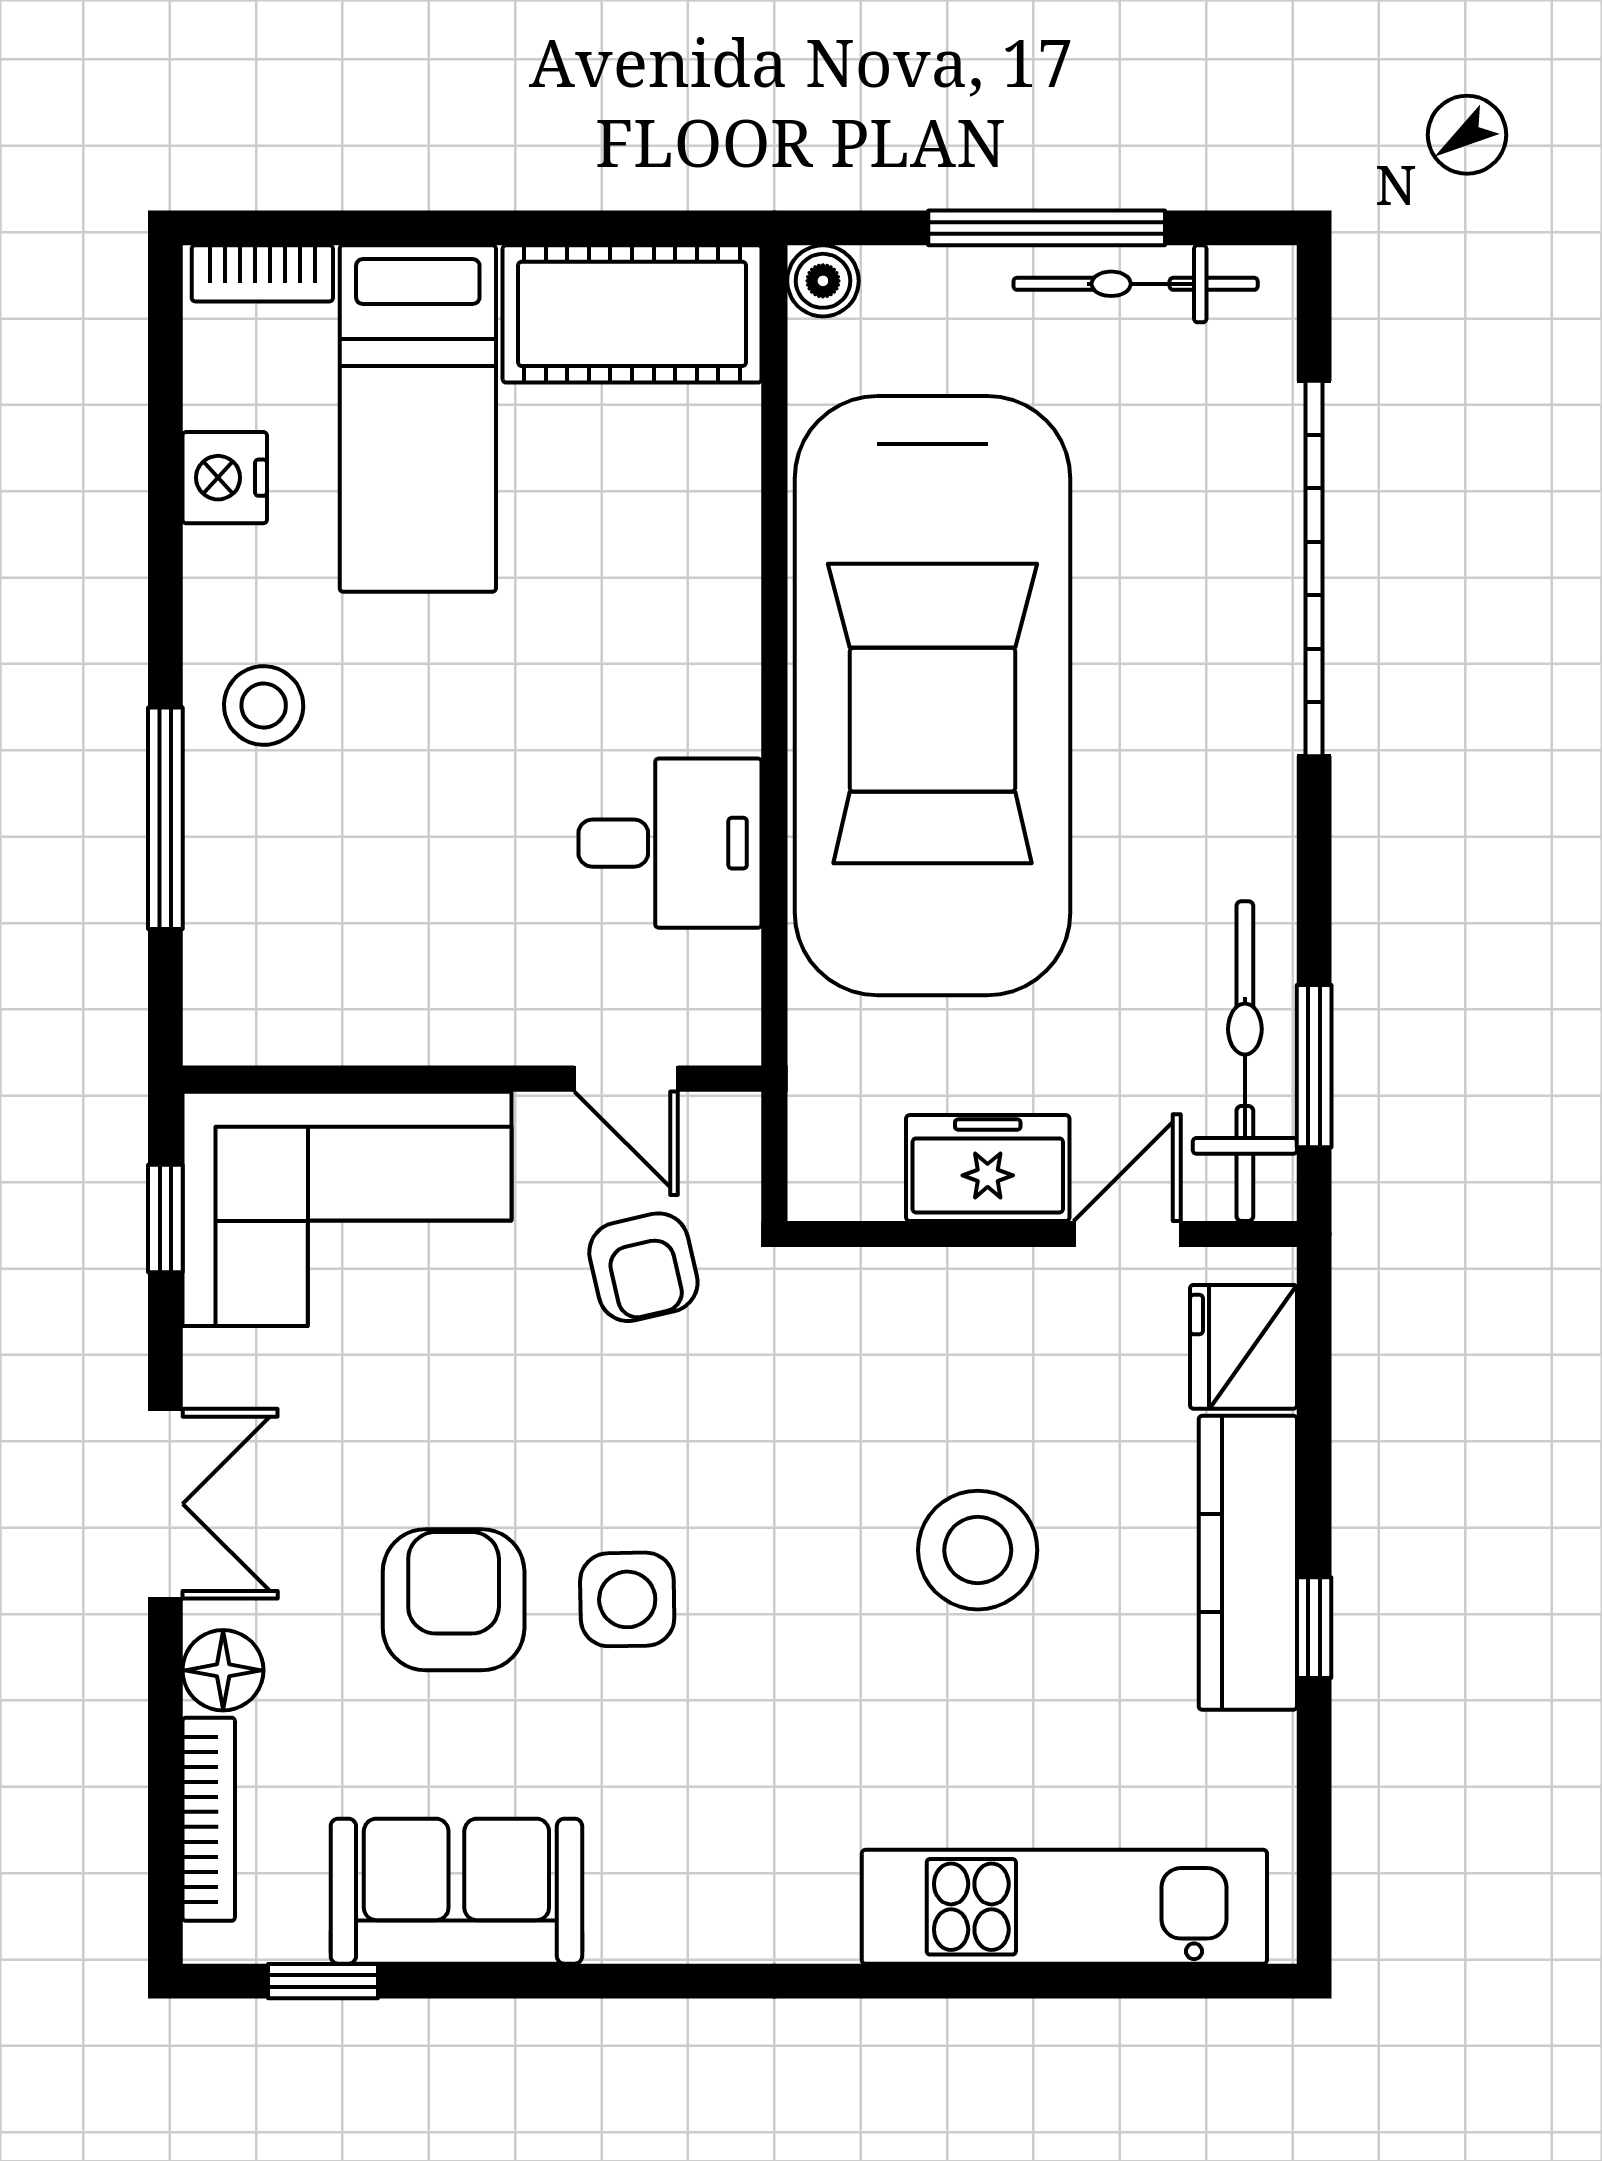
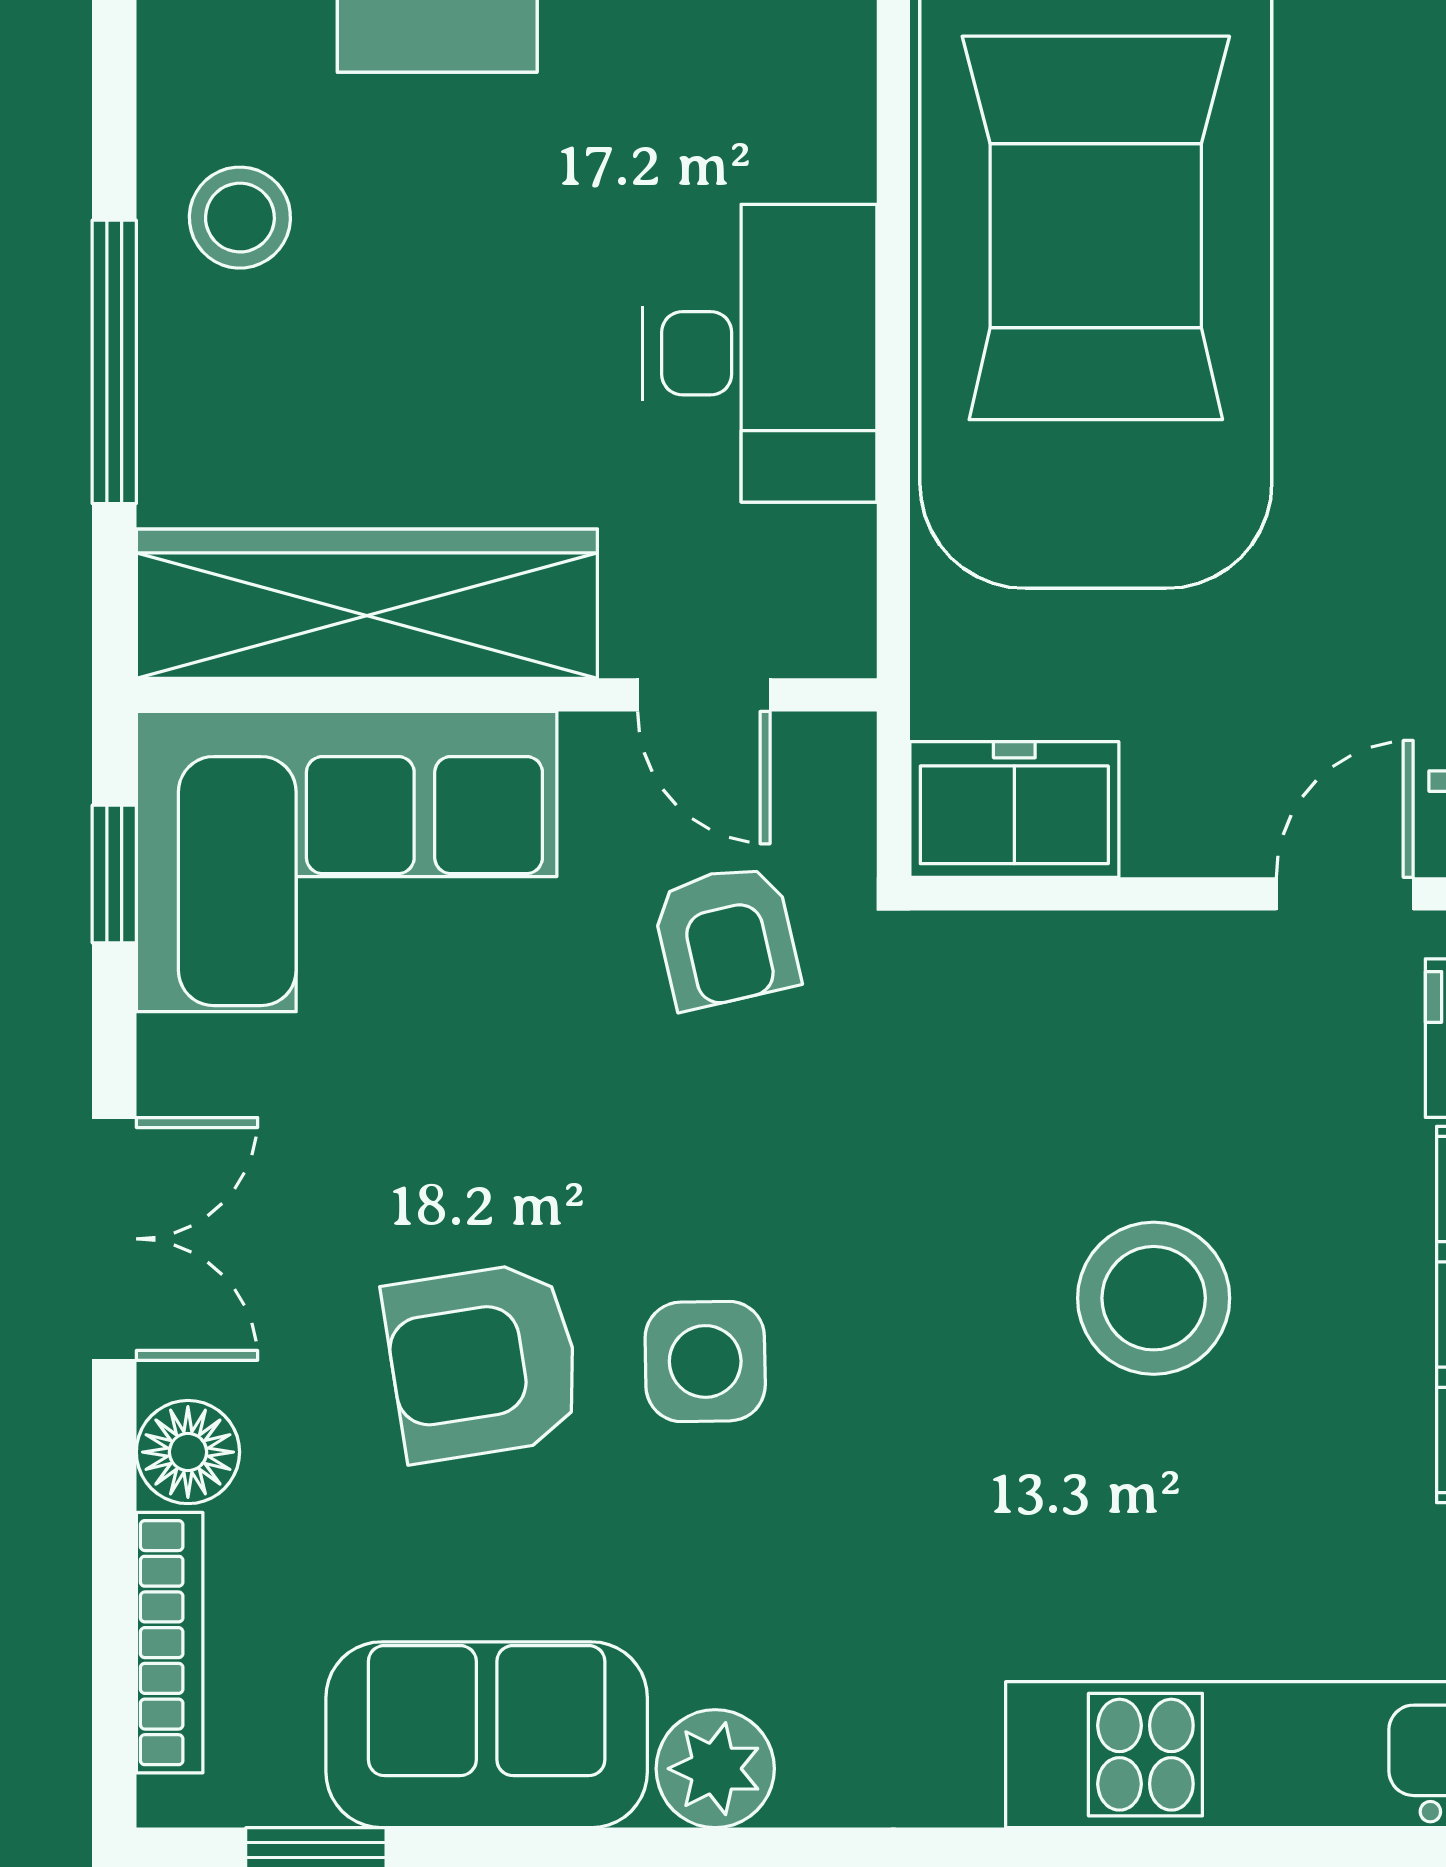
desk: (670, 843) -> (760, 353), width x1.37
wardrobe: (363, 1007) -> (367, 604), added
freezer: (988, 1168) -> (1014, 809), moved
armchair: (454, 1600) -> (483, 1362), turned -99
plant: (635, 1918) -> (715, 1769), added

